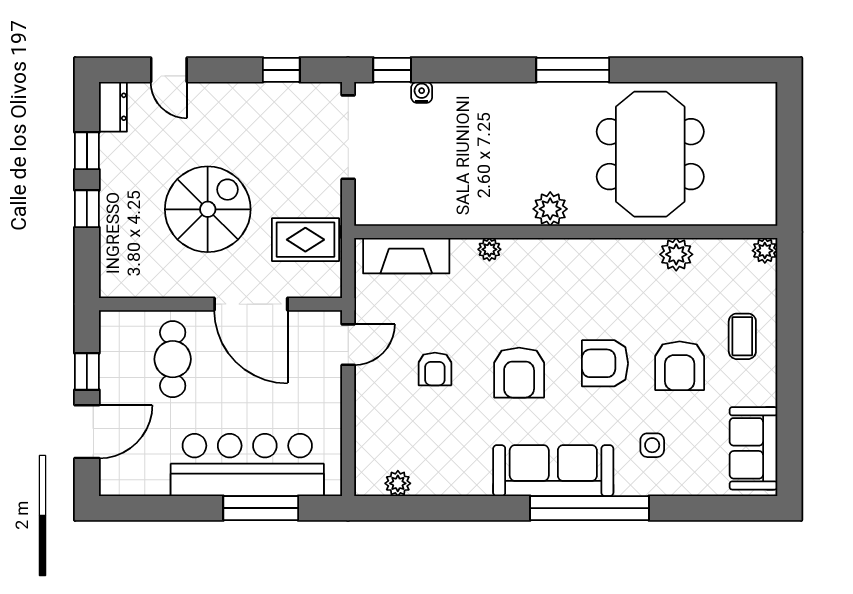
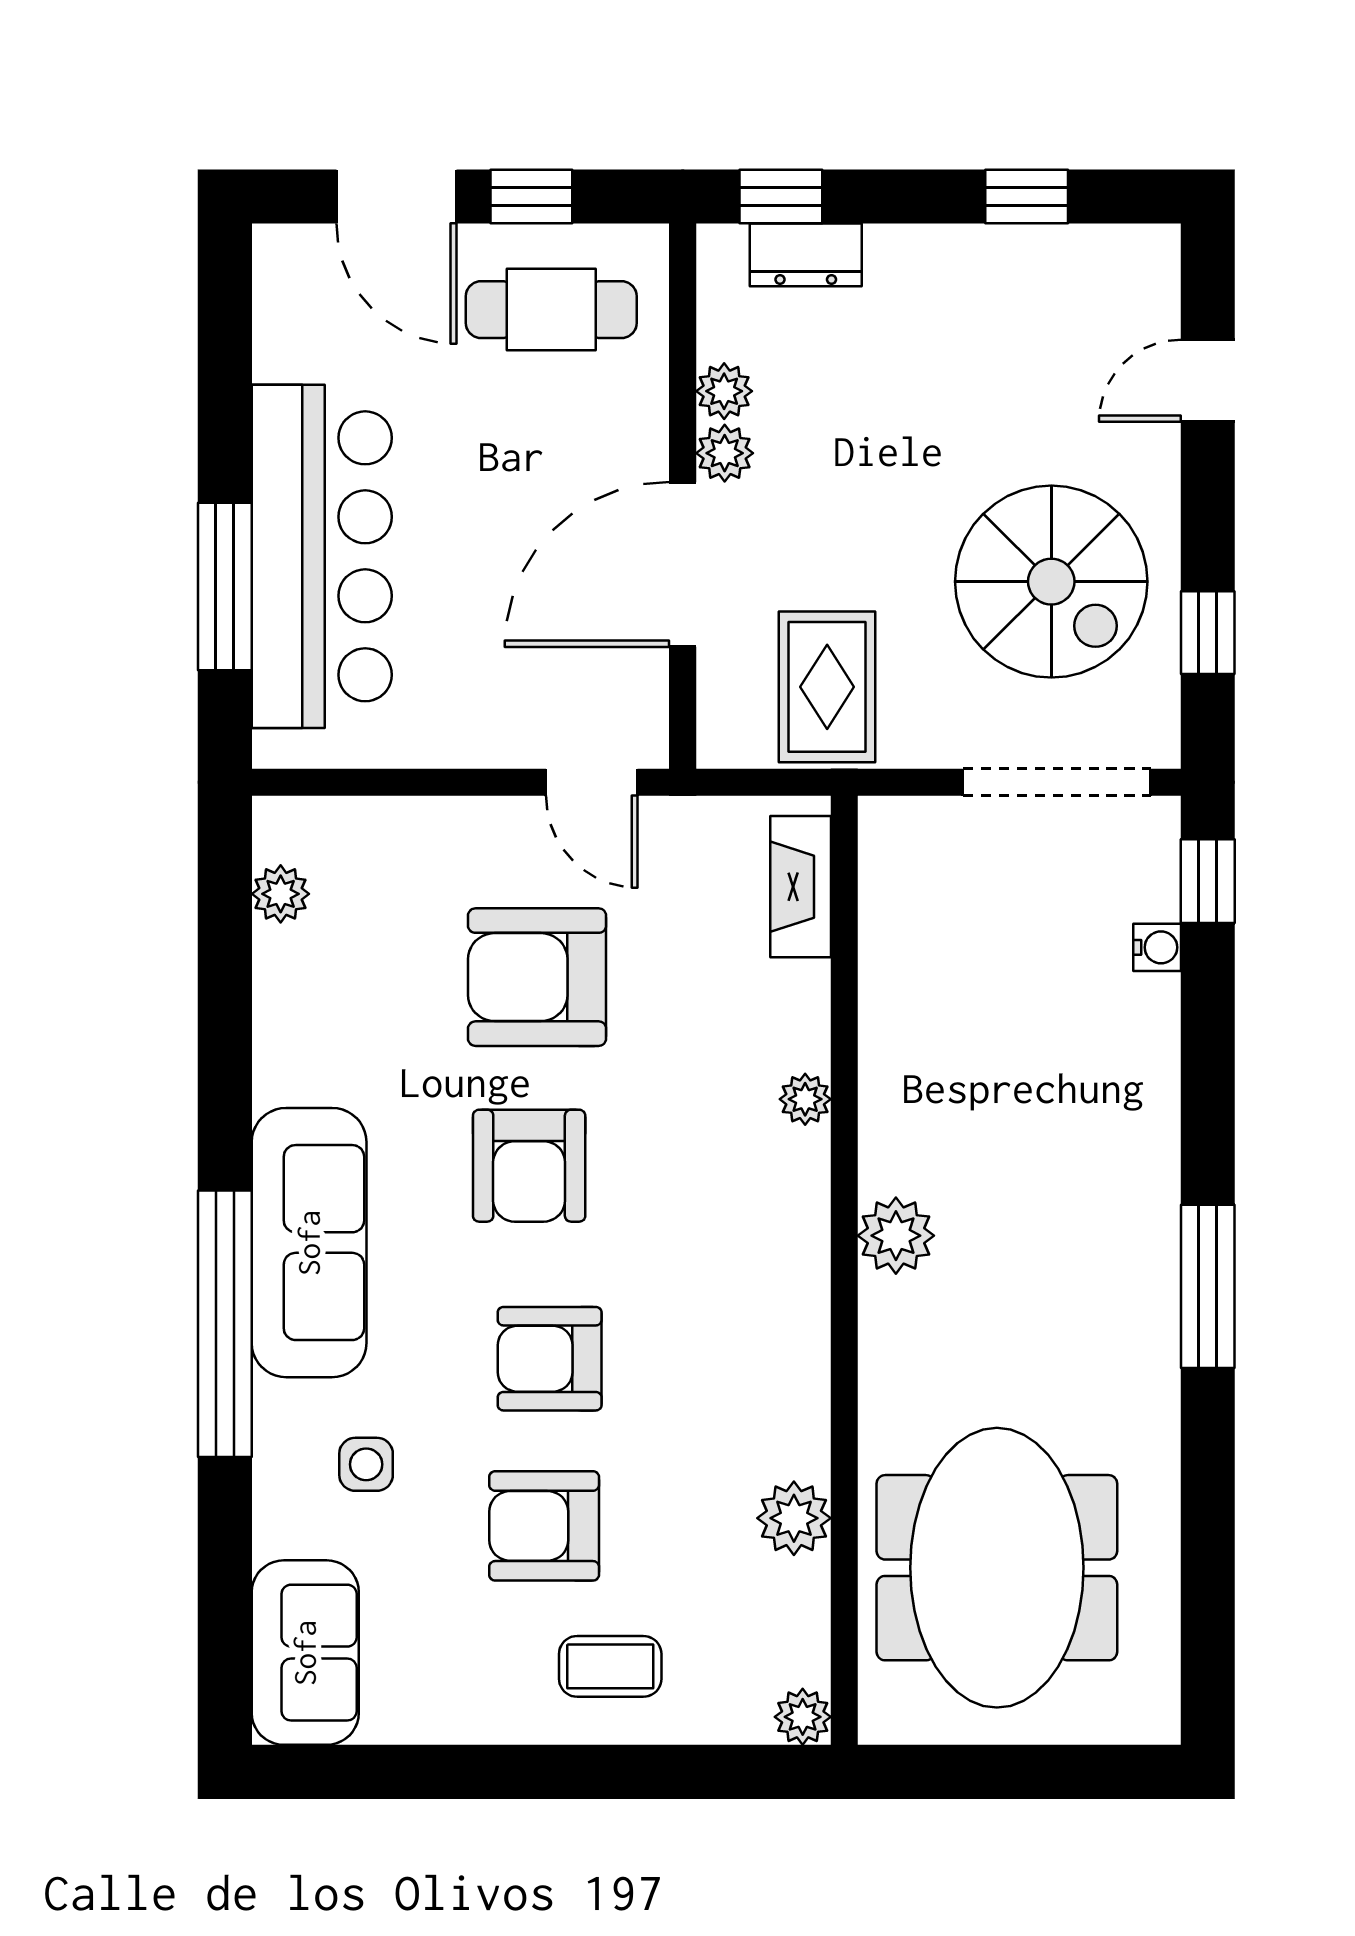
dresser: (113, 107) -> (806, 255), moved
meeting table: (650, 154) -> (997, 1568), moved, turned 90
window: (87, 209) -> (781, 197), moved
spiral stairs: (208, 209) -> (1051, 582), moved
fireplace: (406, 256) -> (801, 887), width x0.73, depth x0.76
plant: (201, 285) -> (725, 453), added
plant: (174, 286) -> (724, 391), added
cafe table: (173, 359) -> (551, 310), moved
armchair: (605, 363) -> (550, 1359), turned -90
armchair: (435, 369) -> (537, 977), width x1.88, depth x1.88
armchair: (519, 373) -> (529, 1166), turned -90
sofa: (754, 448) -> (305, 1653), moved, turned 90

